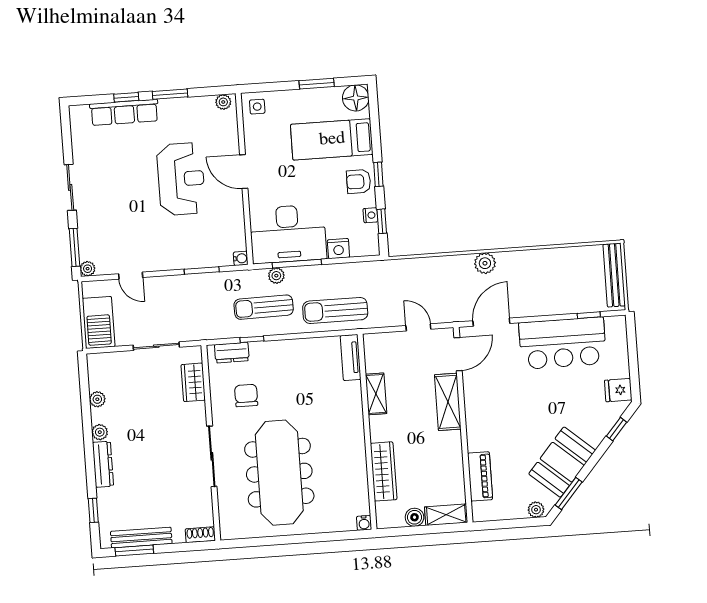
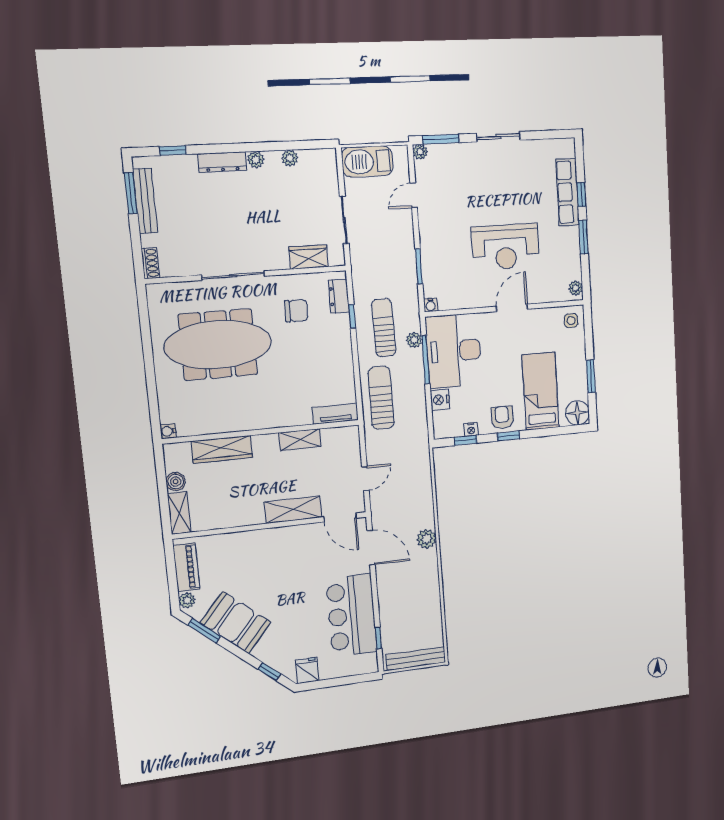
piano: (480, 476) -> (186, 567), moved, turned -90

